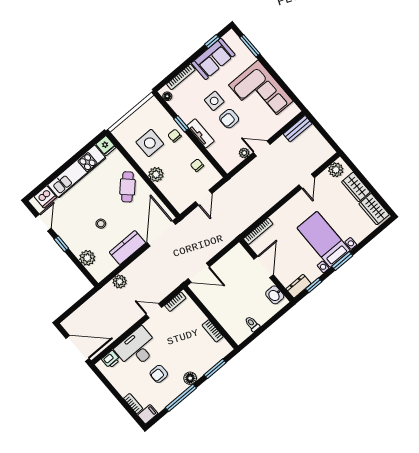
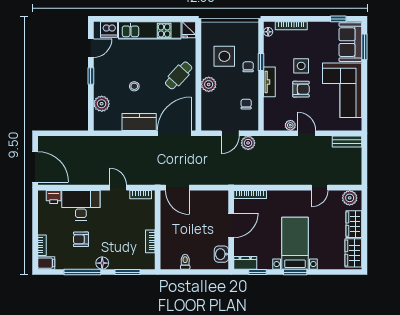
sofa: (213, 59) -> (350, 42), moved, turned 90
armchair: (229, 119) -> (301, 89), turned 180
plant: (120, 282) -> (248, 143), moved

